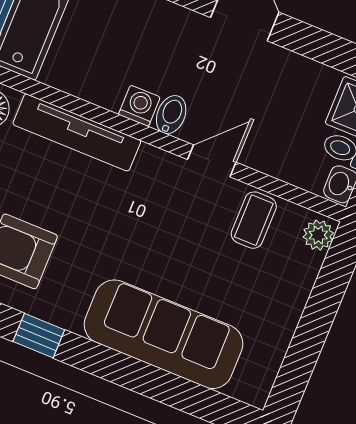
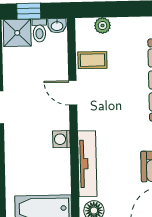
bidet: (171, 115) -> (59, 122), removed
plant: (318, 235) -> (102, 26), moved

